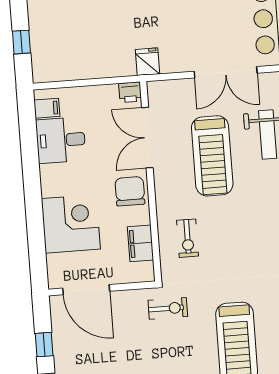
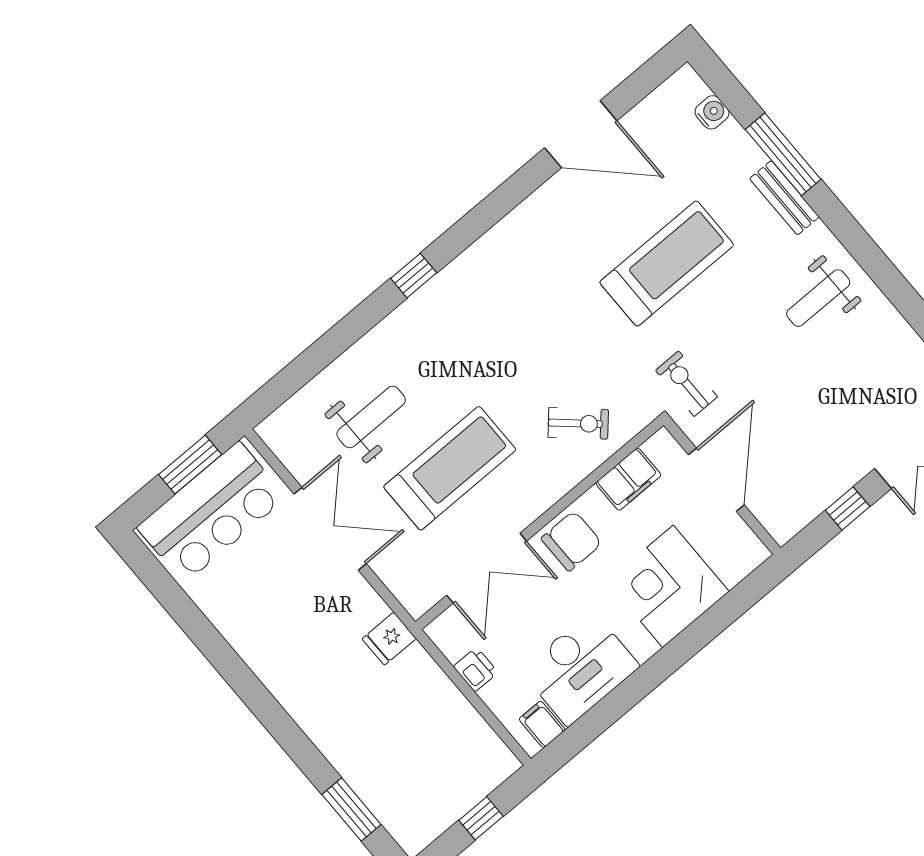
printer: (130, 92) -> (476, 669), moved
desk: (61, 140) -> (580, 668), width x1.37
chair: (130, 191) -> (572, 541), turned 180
exercise bike: (188, 238) -> (578, 423), turned 42
door: (86, 290) -> (716, 480), moved

